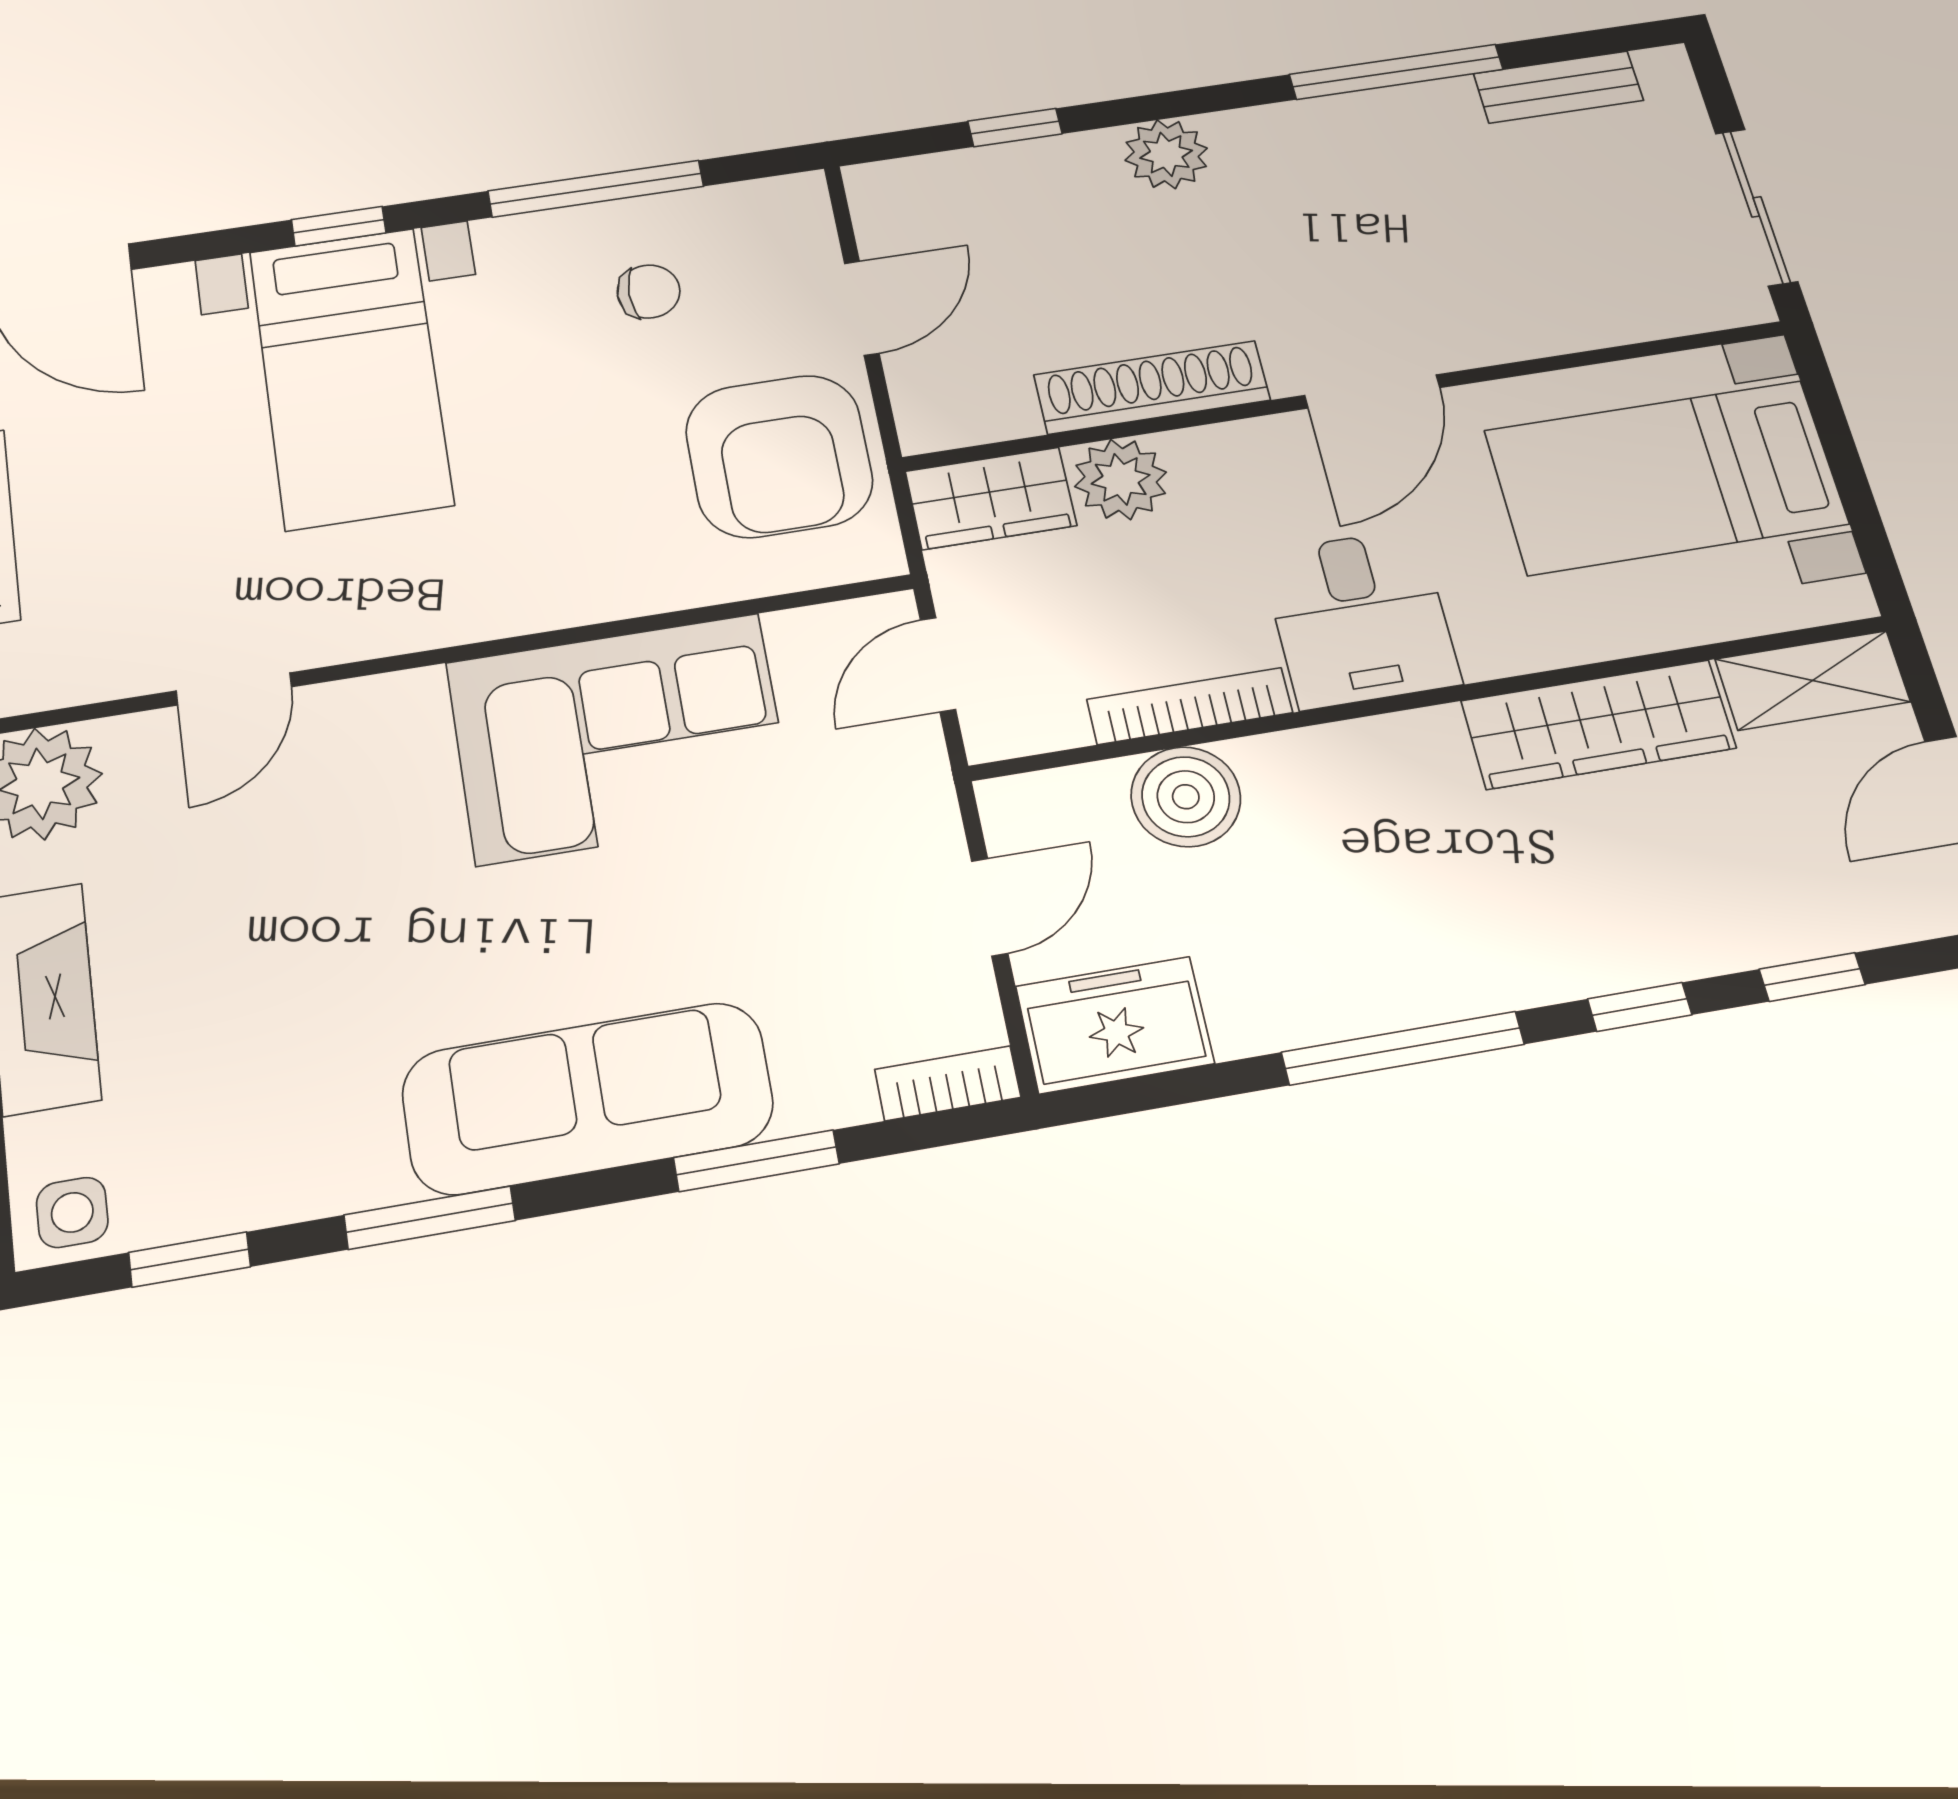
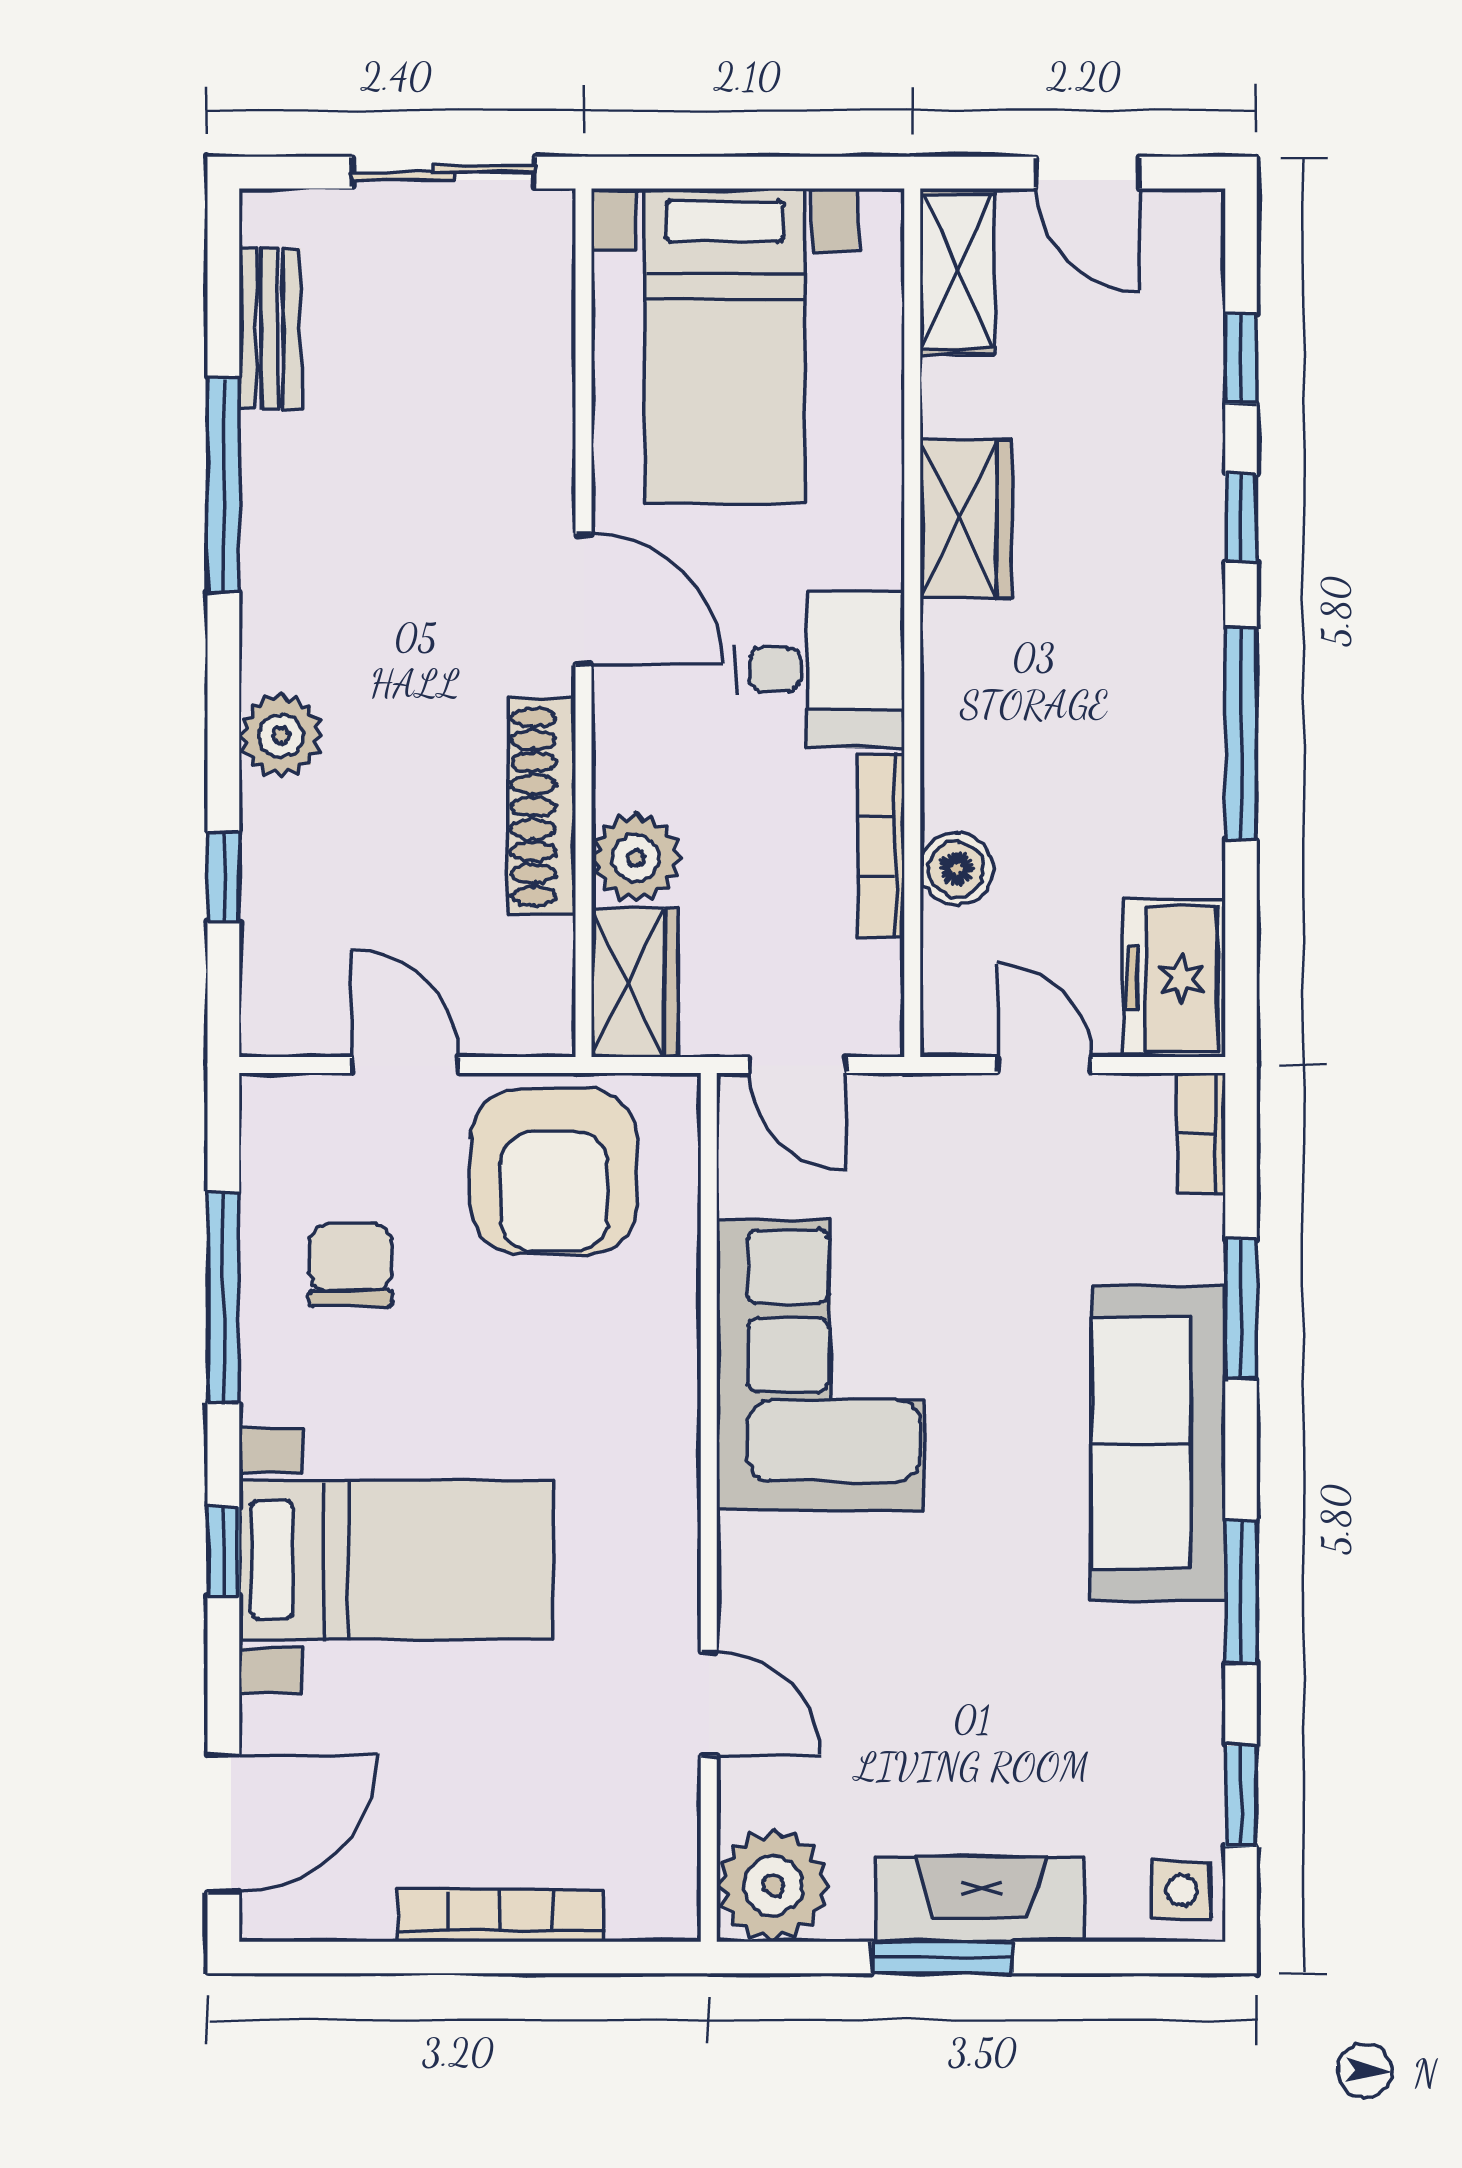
chair: (649, 292) -> (351, 1265), width x1.37, depth x1.37
armchair: (779, 456) -> (554, 1172), turned 90
wardrobe: (1598, 724) -> (966, 519), width x0.67
boiler: (1186, 797) -> (957, 869), width x0.73, depth x0.73

